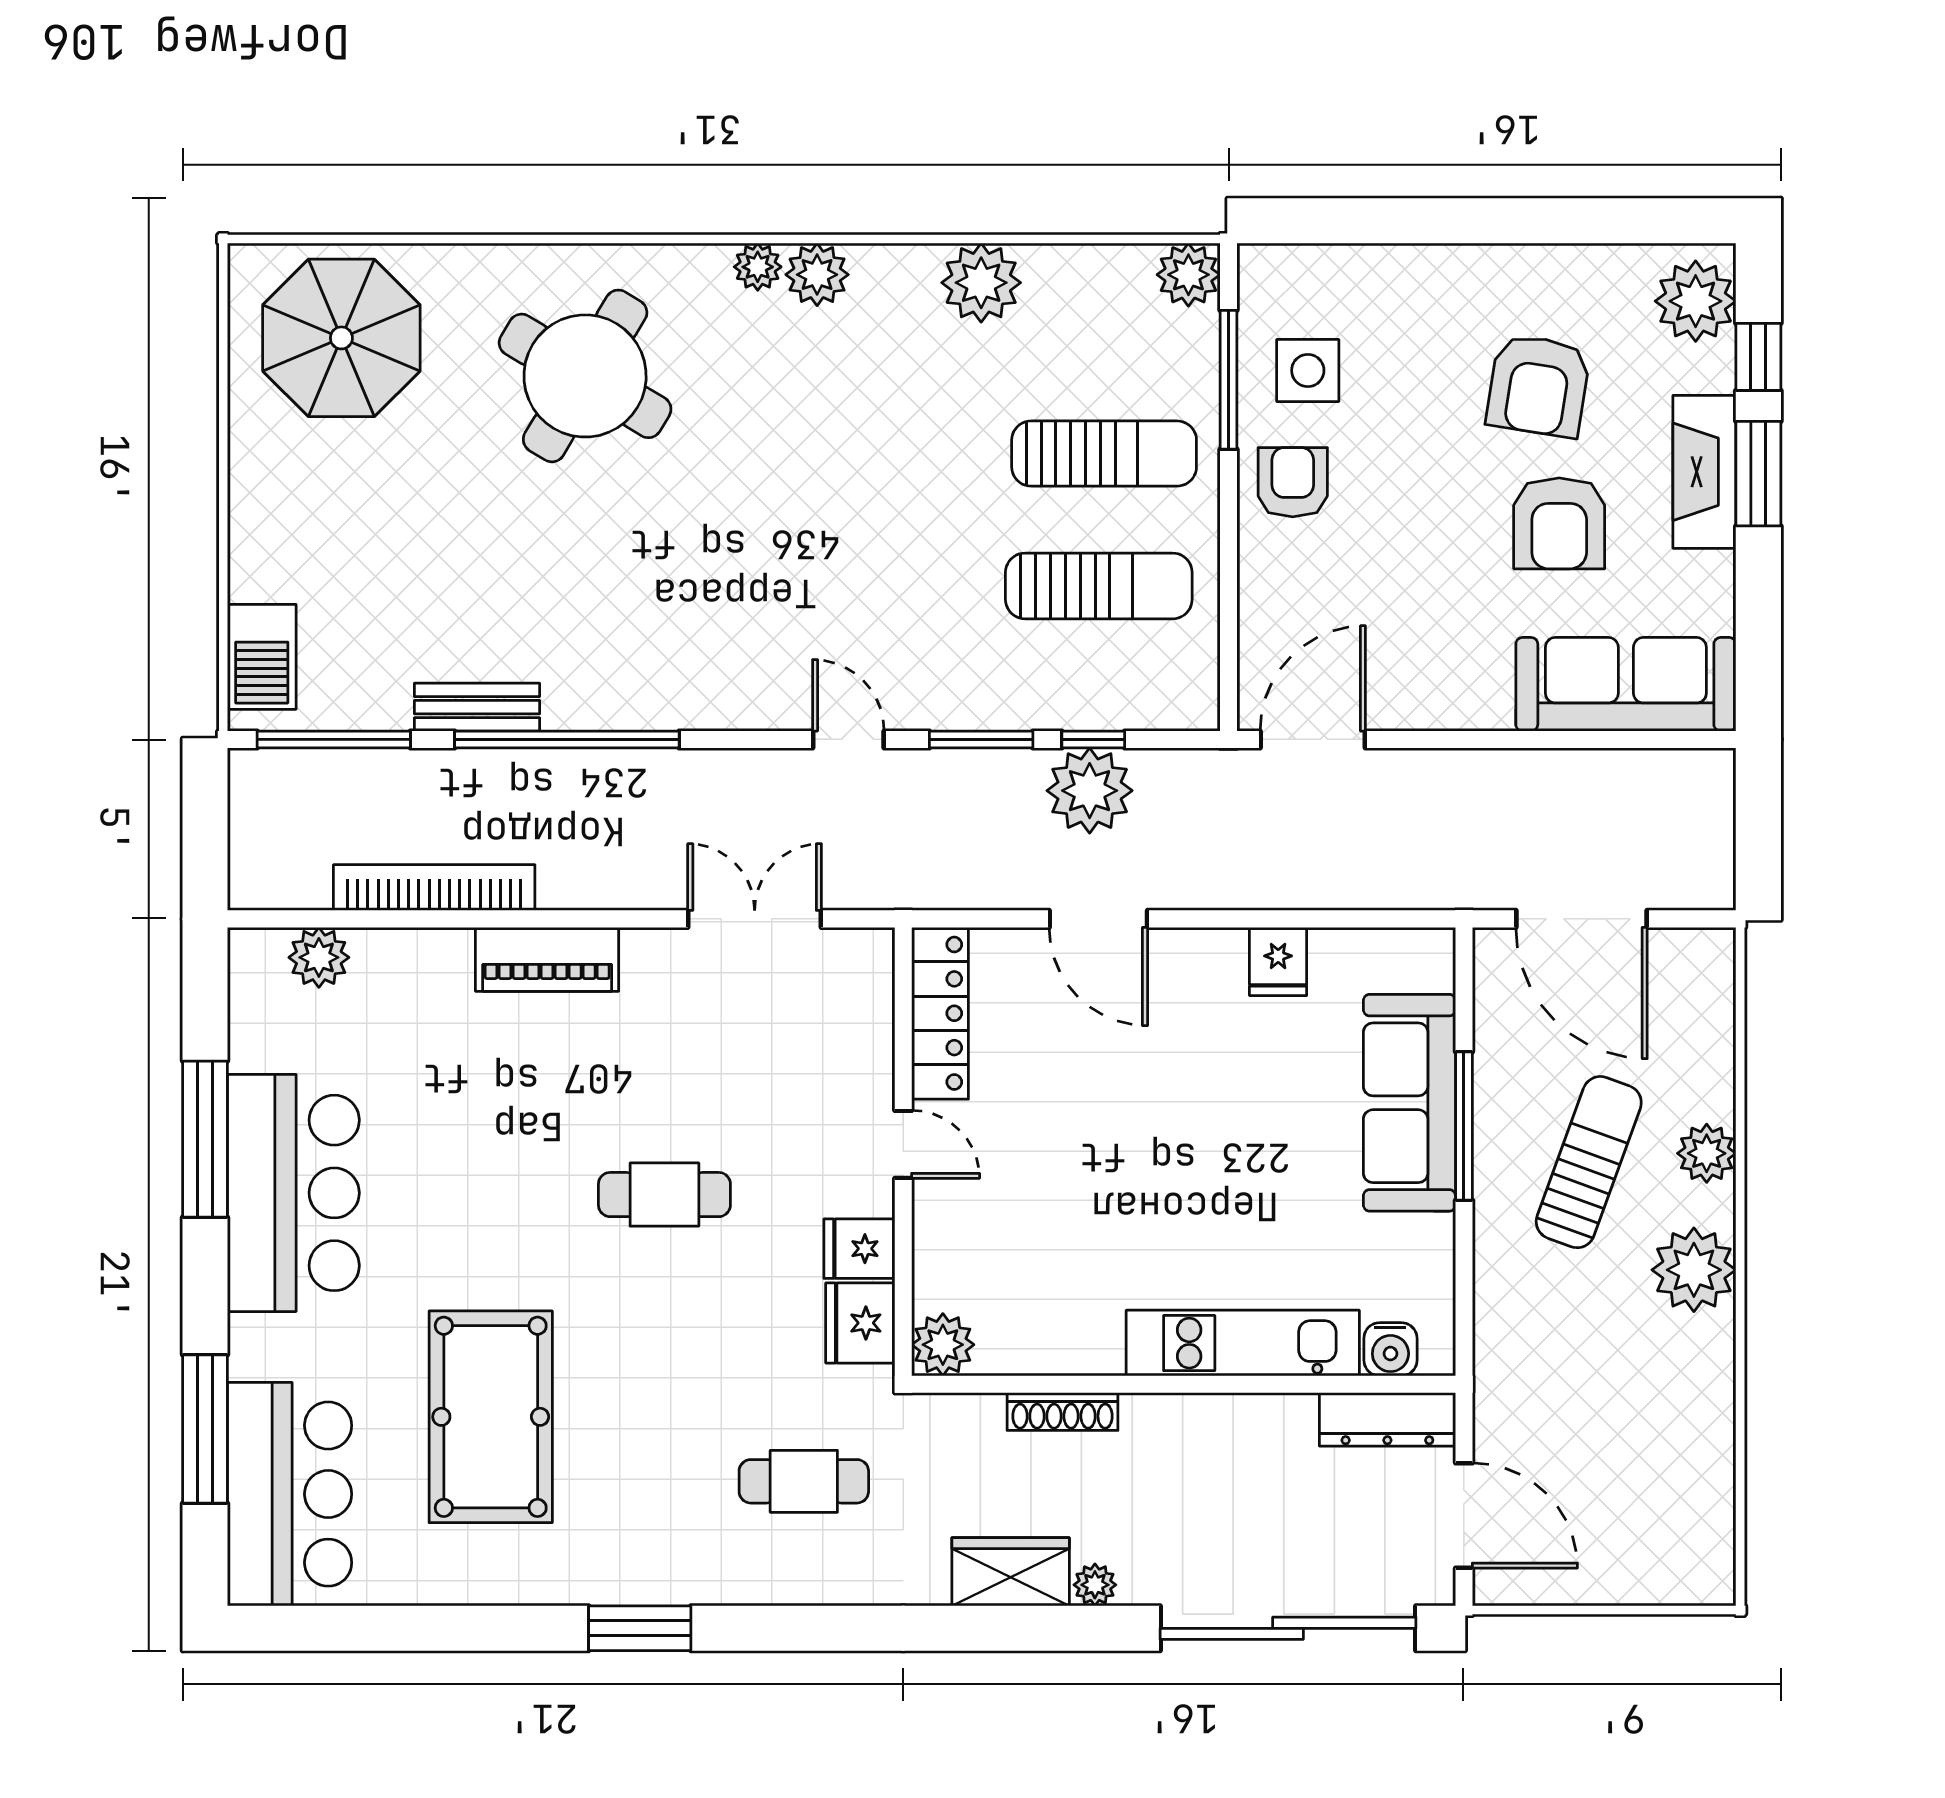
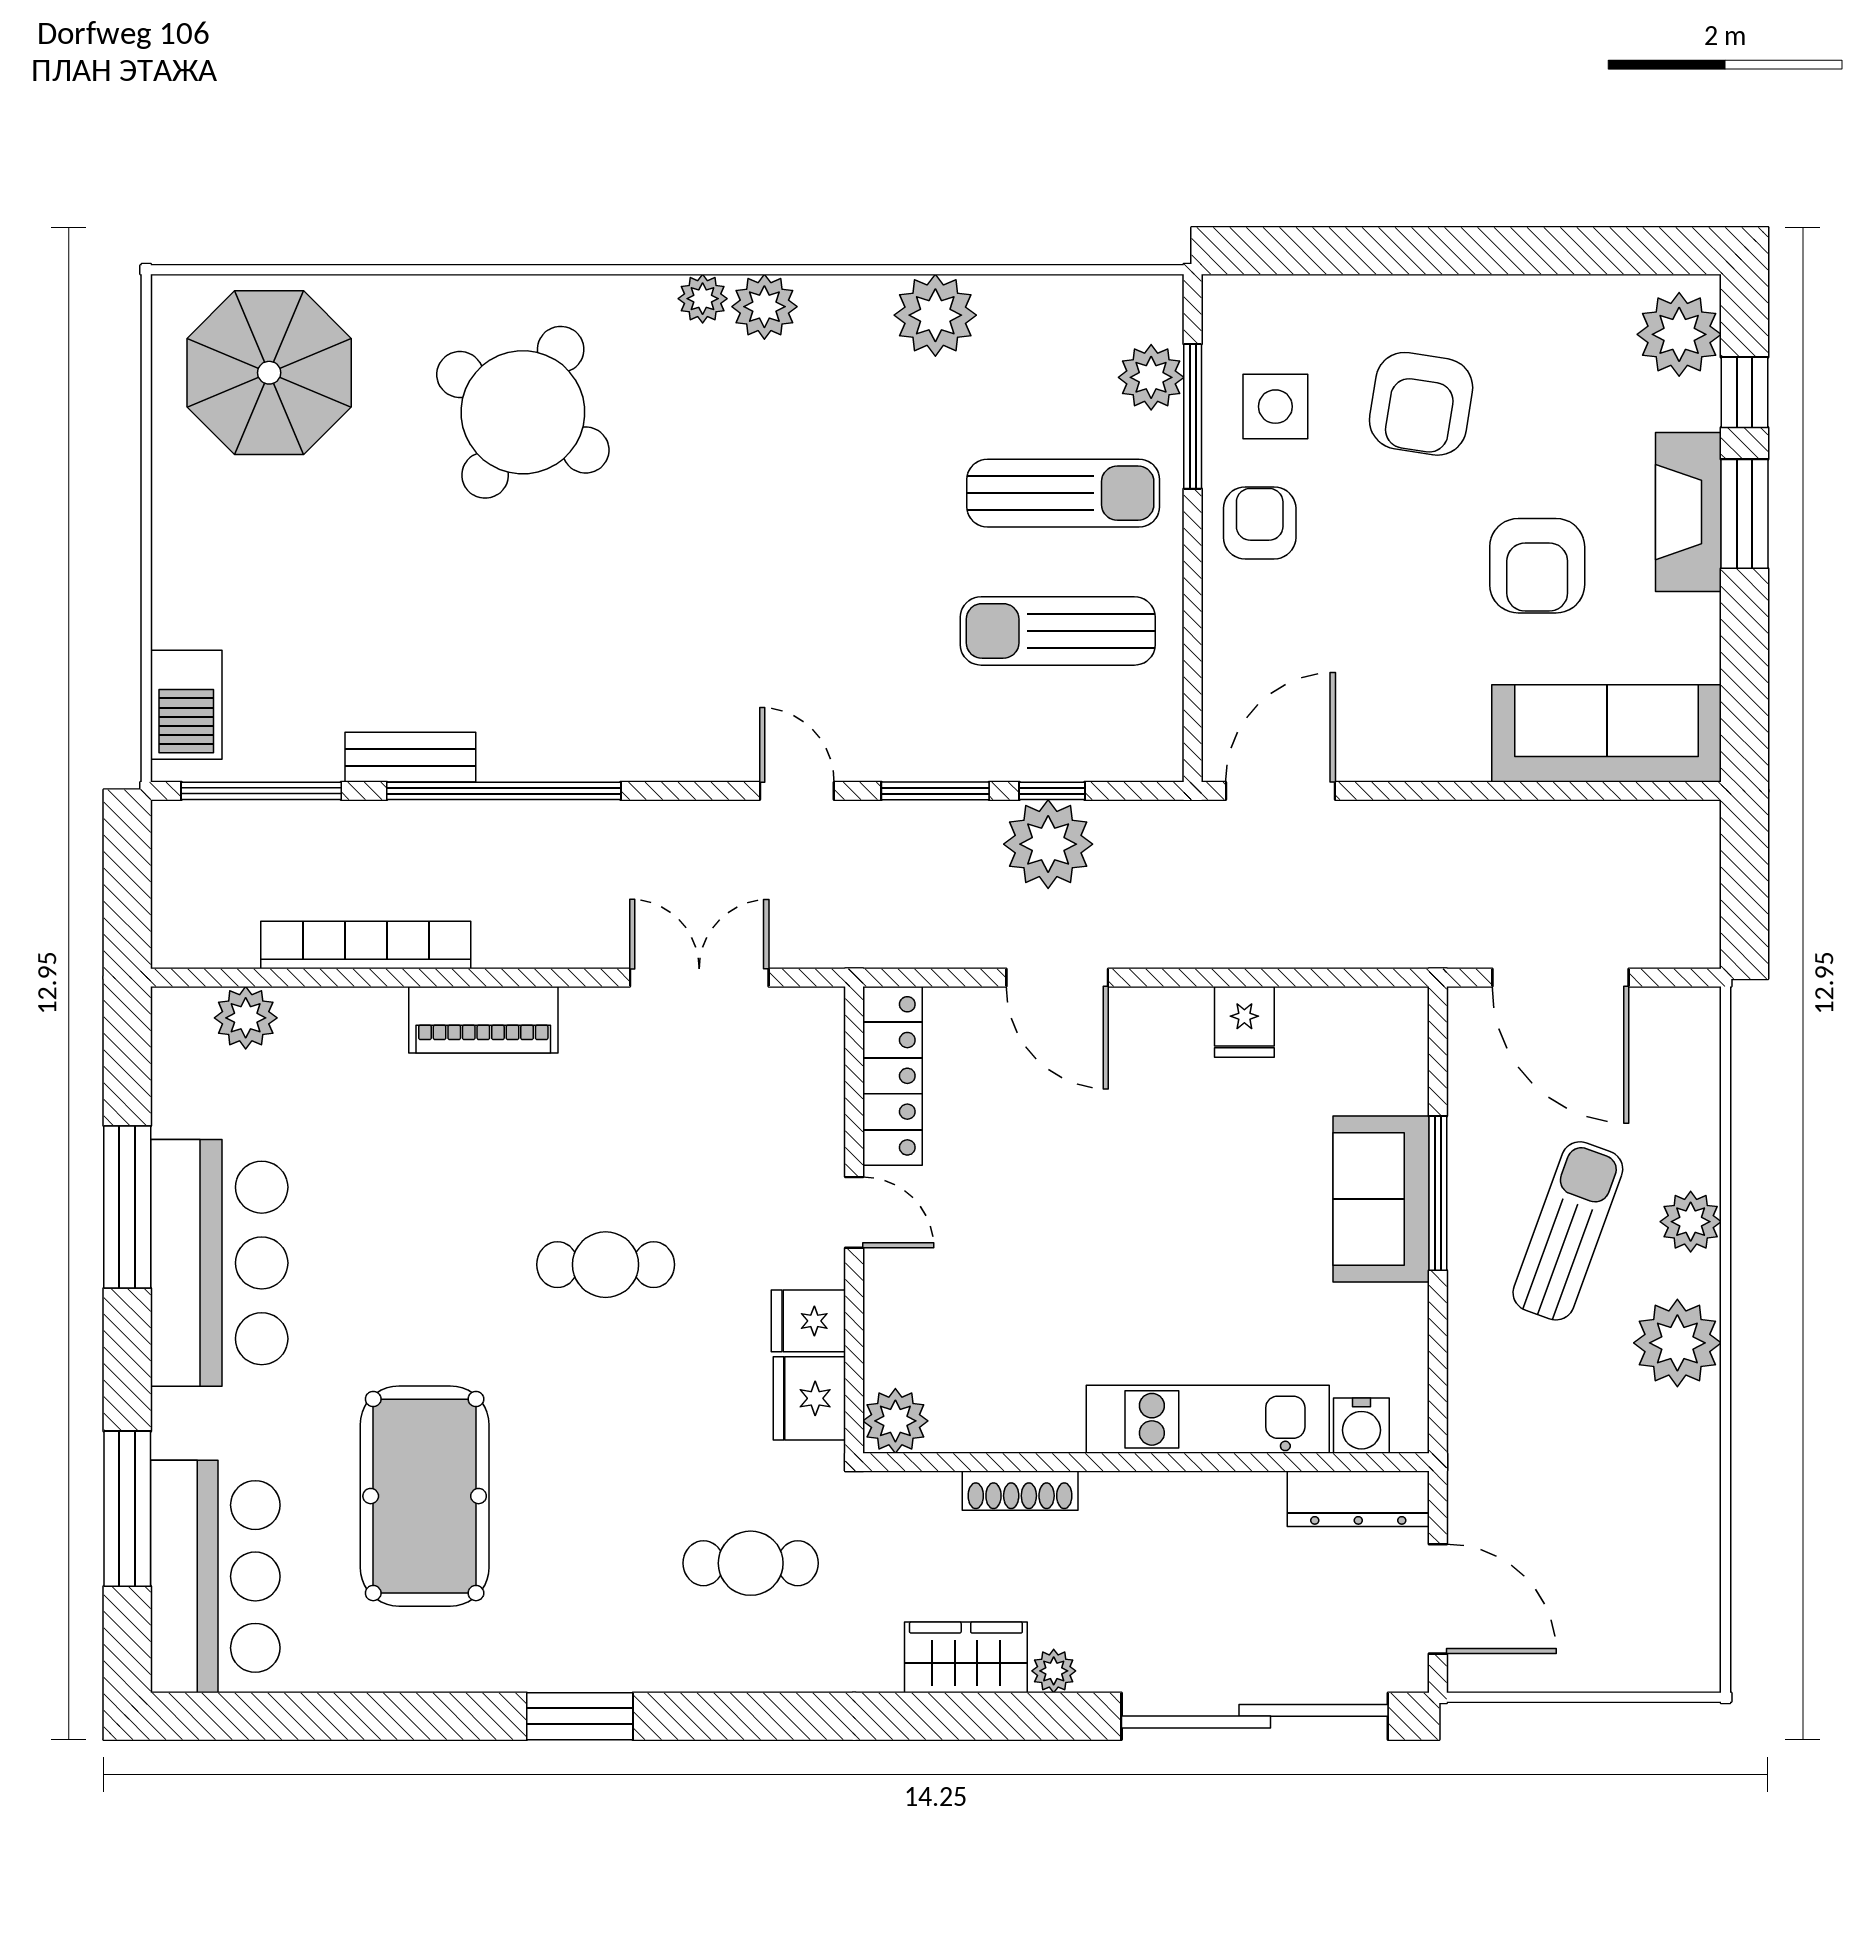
plant: (1188, 275) -> (1151, 377), moved
armchair: (1538, 386) -> (1421, 404), moved
sun lounger: (1099, 586) -> (1058, 631), turned 180
sofa: (1409, 1103) -> (1381, 1199), width x0.73

